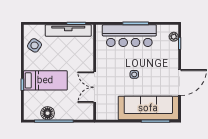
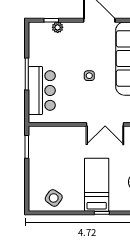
tv unit: (68, 31) -> (36, 157), removed
bar counter: (129, 36) -> (42, 91), width x0.73
plant: (174, 37) -> (58, 27), moved

